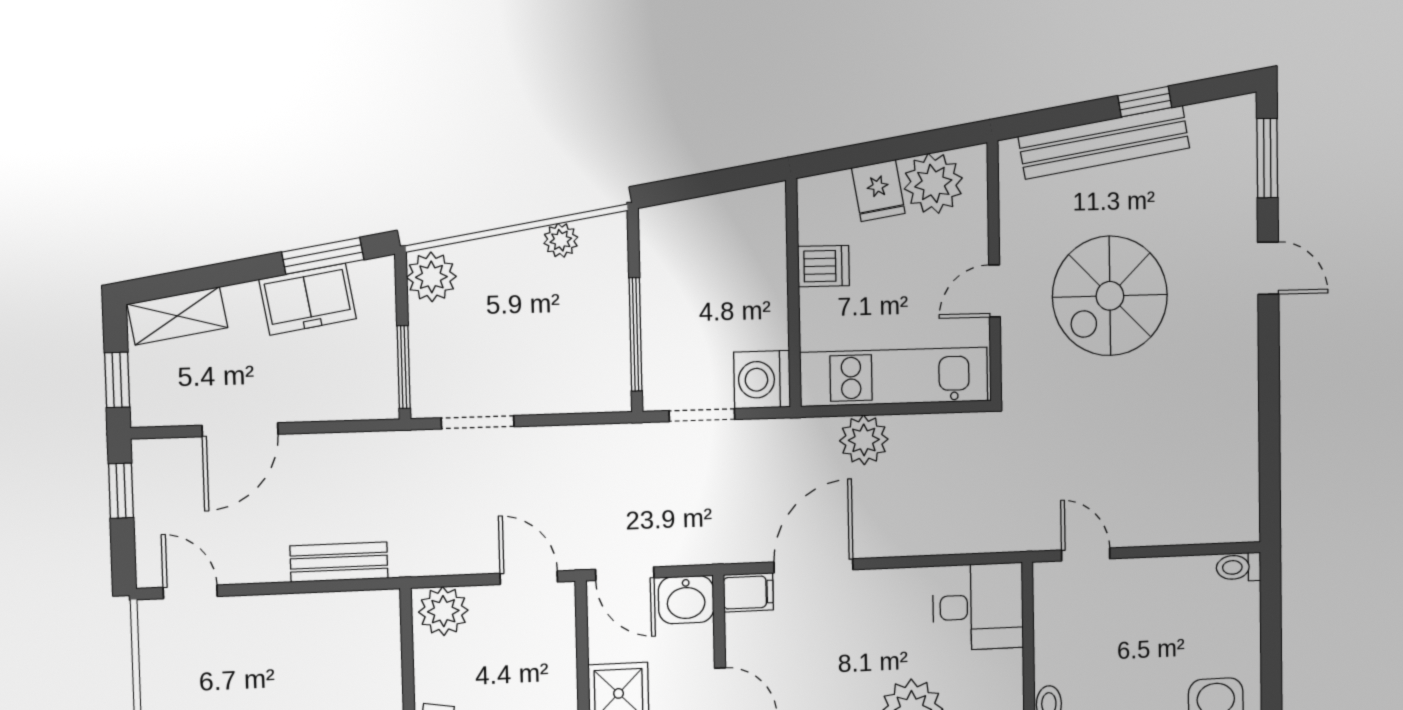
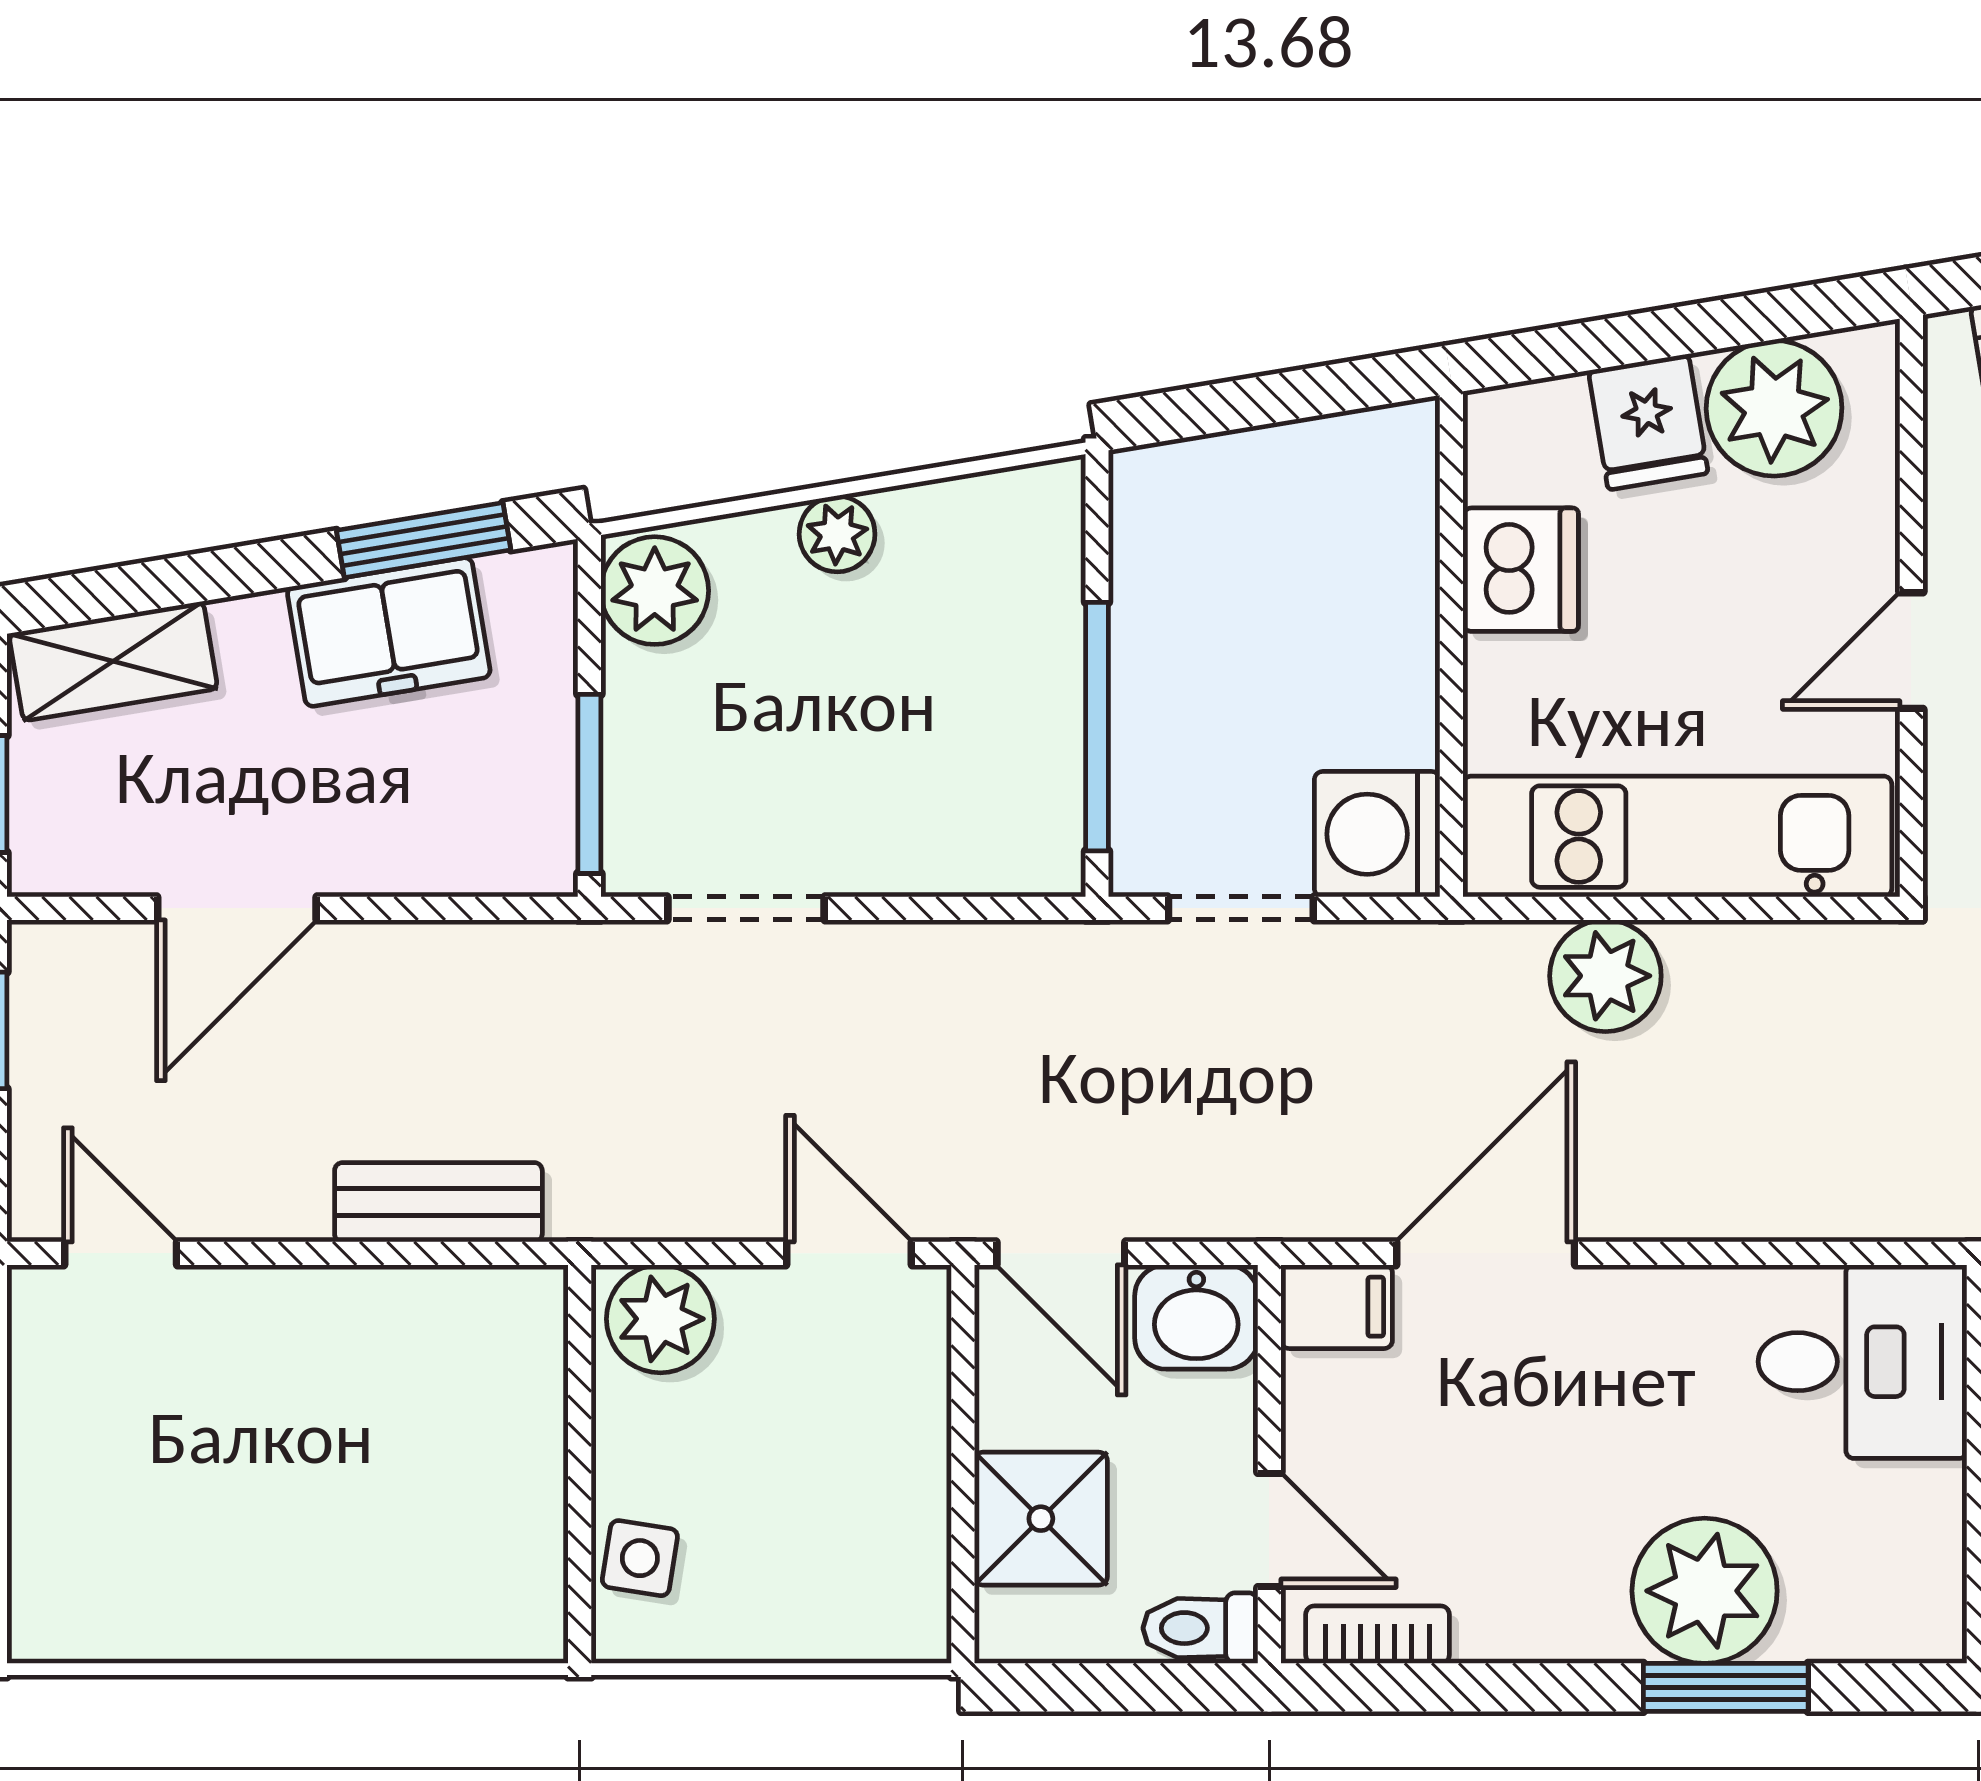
plant: (561, 240) -> (837, 534), moved
dishwasher: (823, 266) -> (1521, 570), width x1.38

